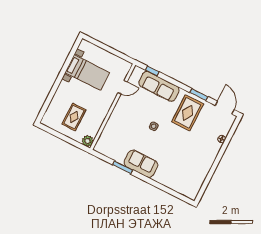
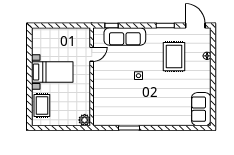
bed with nightstands: (87, 73) -> (52, 72), moved
rug: (188, 113) -> (174, 57), moved
rug: (74, 117) -> (42, 106), moved
sofa: (141, 164) -> (201, 109), moved, turned -90

